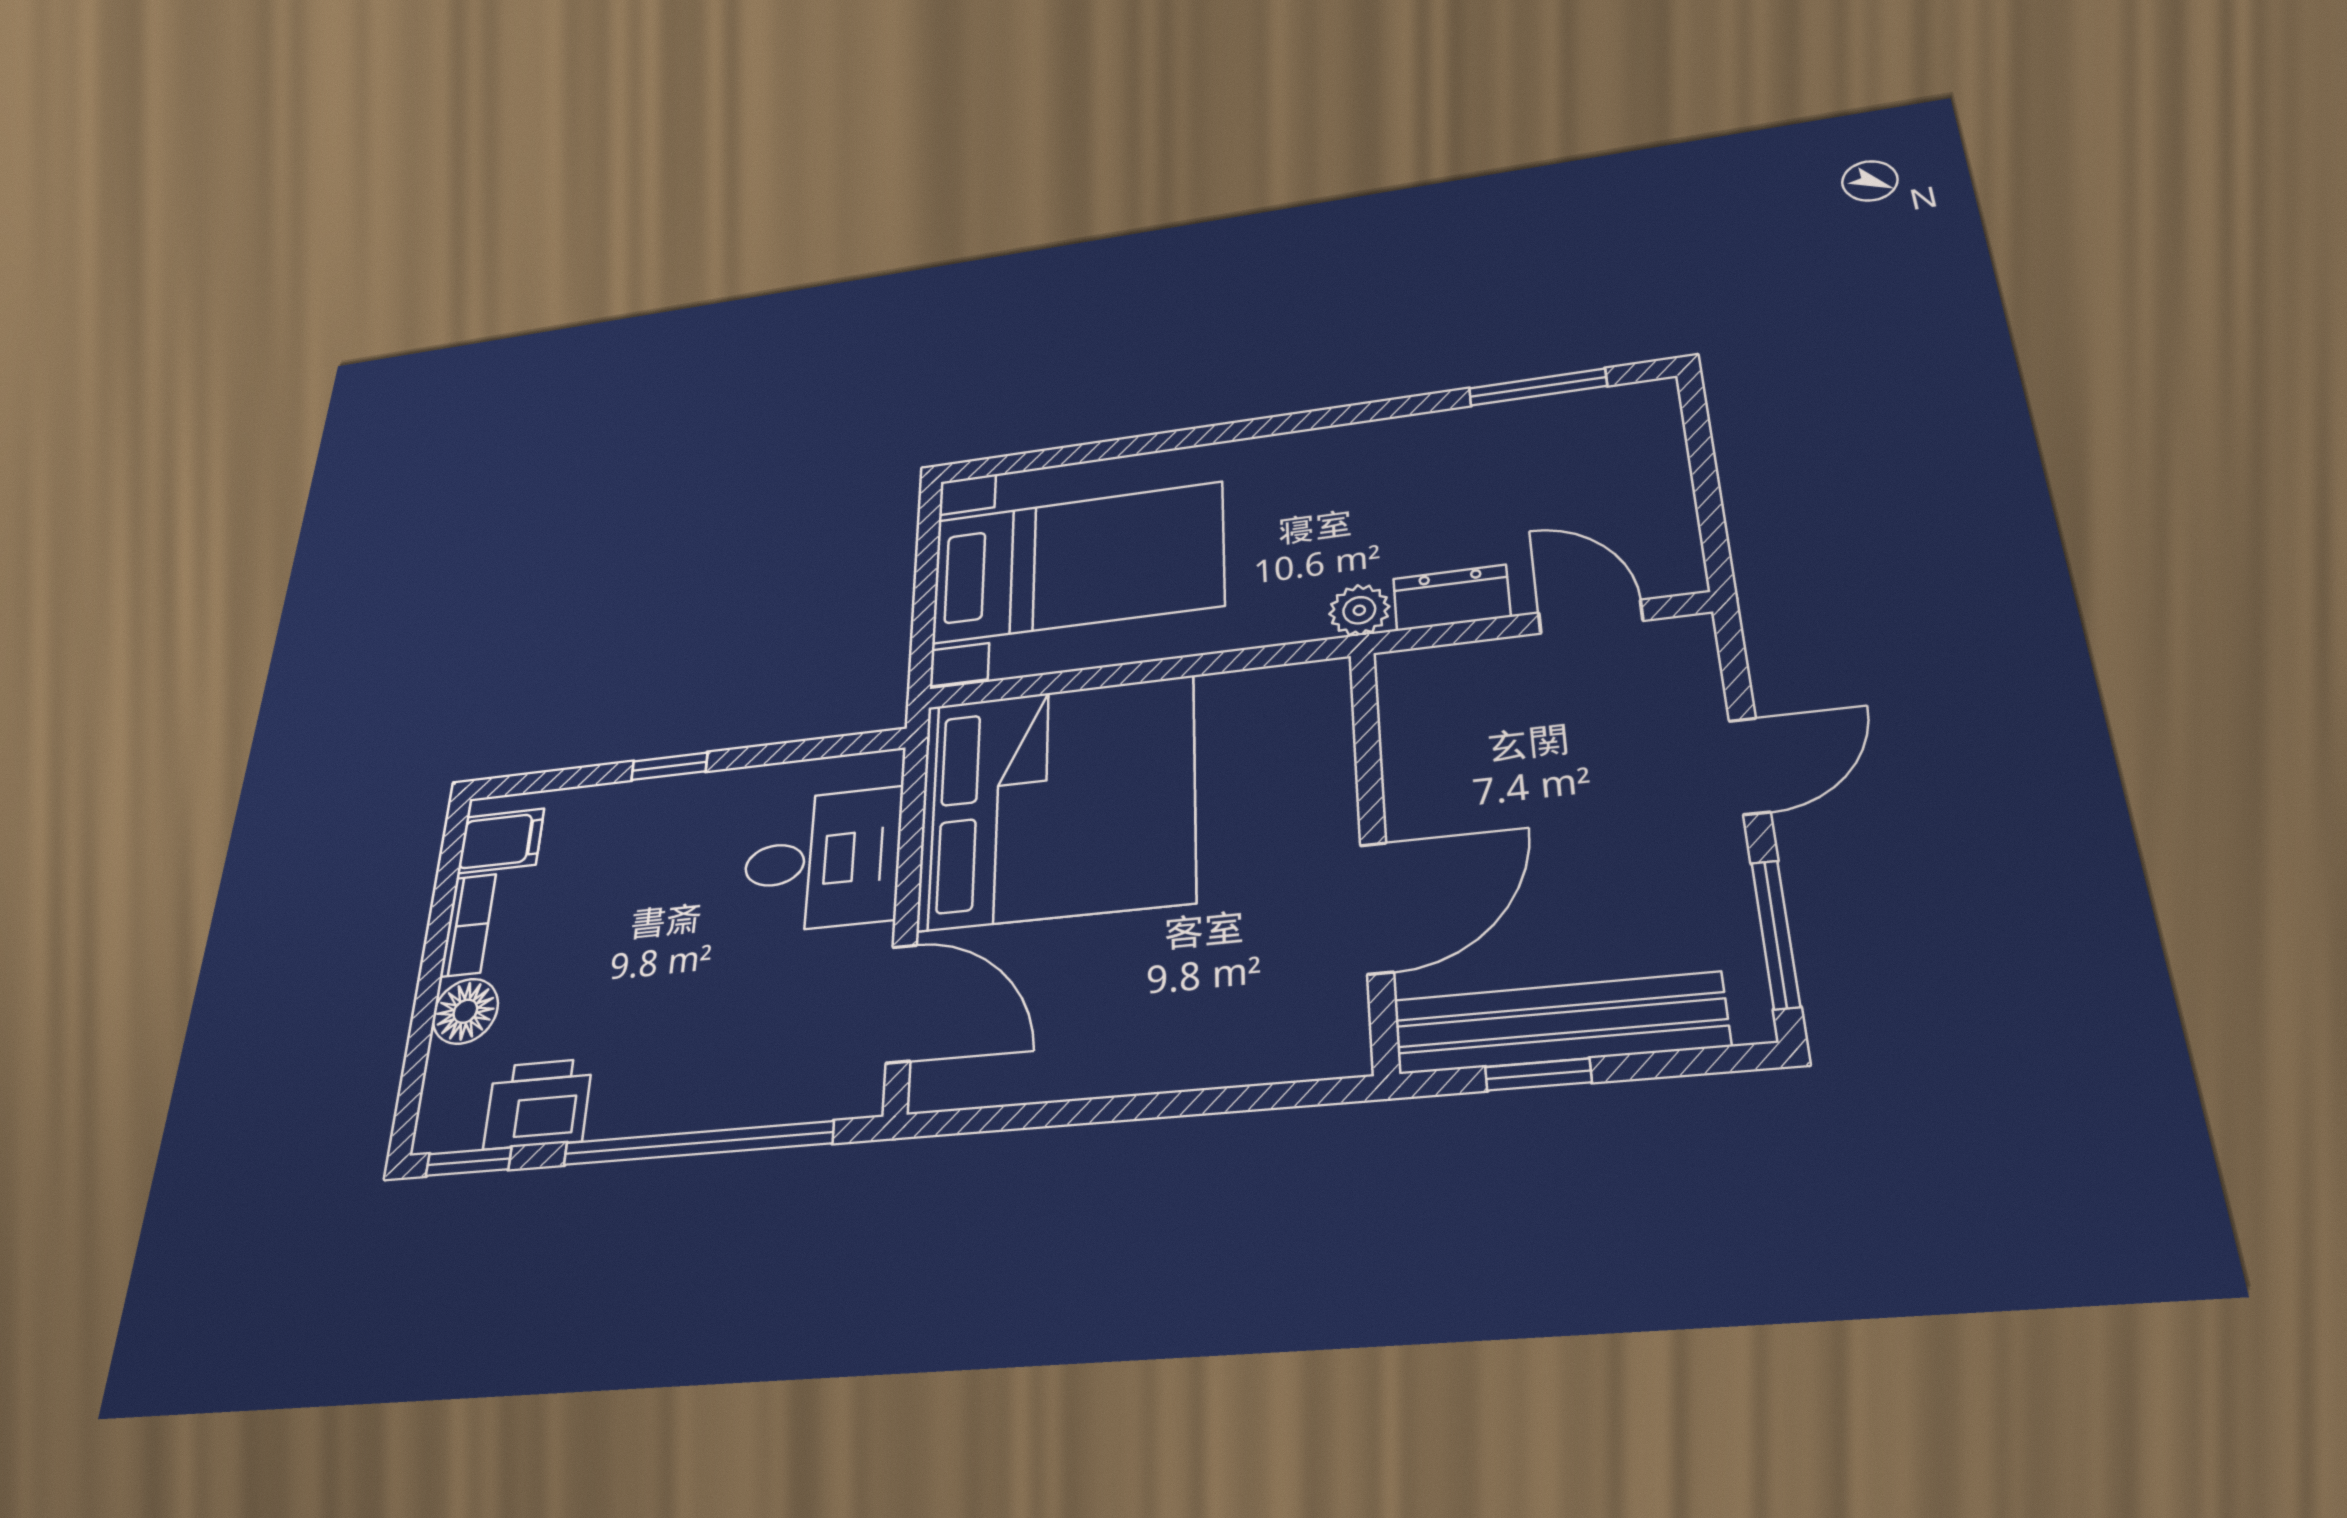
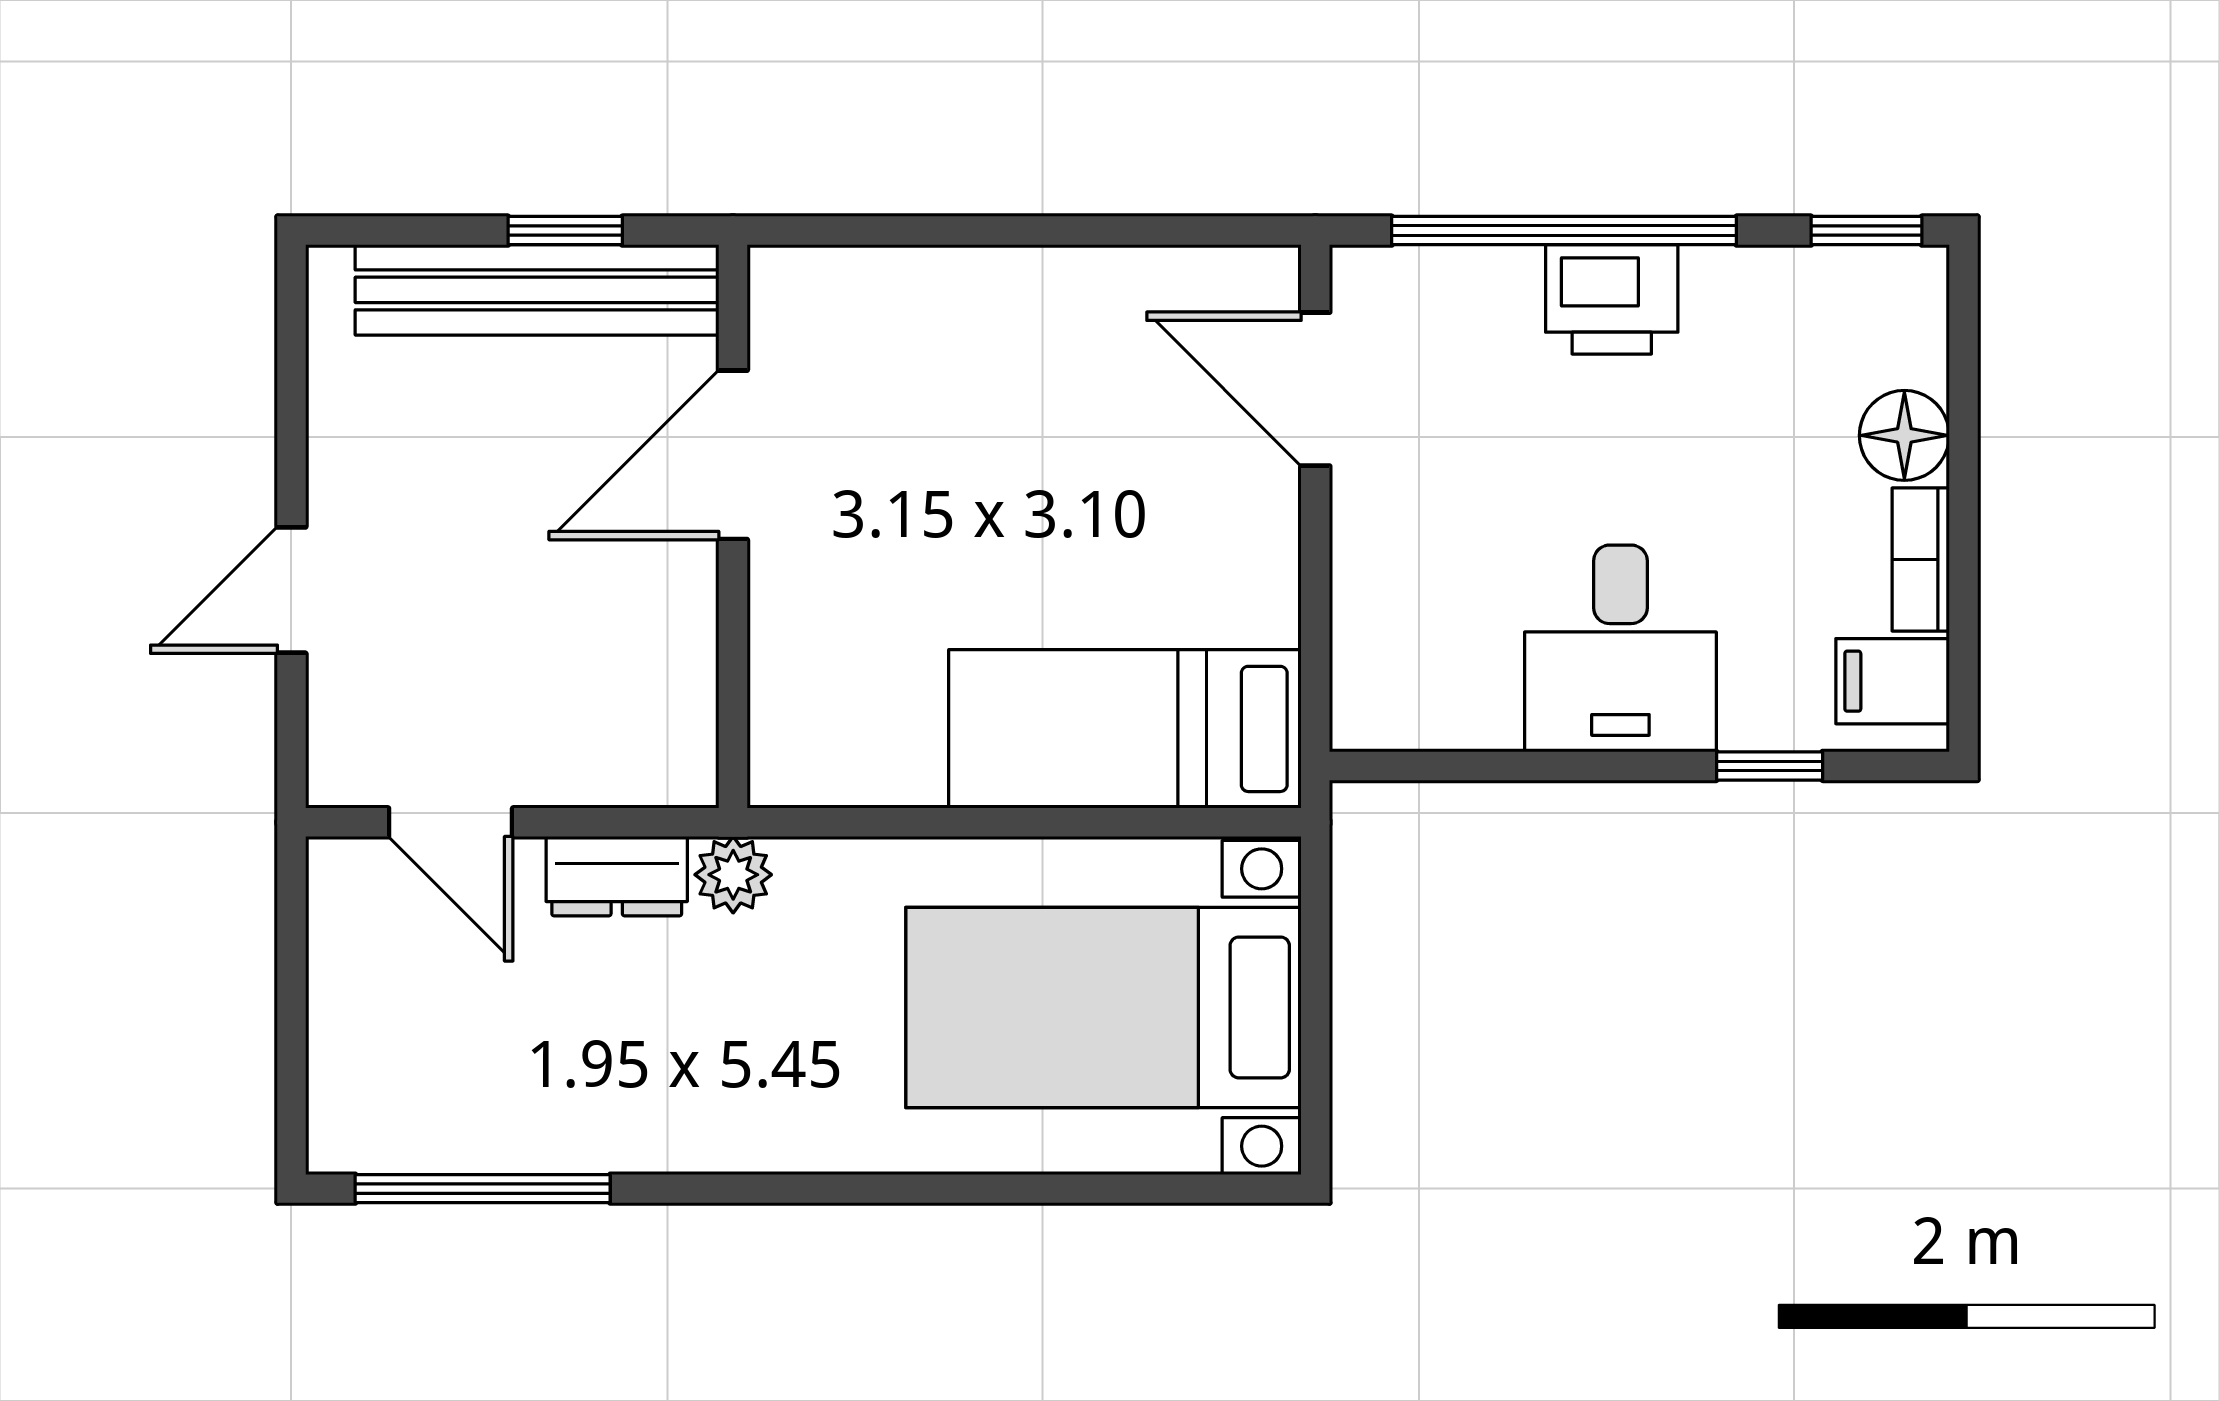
window: (1538, 387) -> (483, 1189), width x1.44
window: (669, 766) -> (1770, 766), moved
bed: (1057, 802) -> (1125, 729), width x0.49
desk: (822, 860) -> (1620, 648), moved, turned -90
window: (1776, 934) -> (291, 374), removed
printer: (538, 1104) -> (1612, 299), moved

